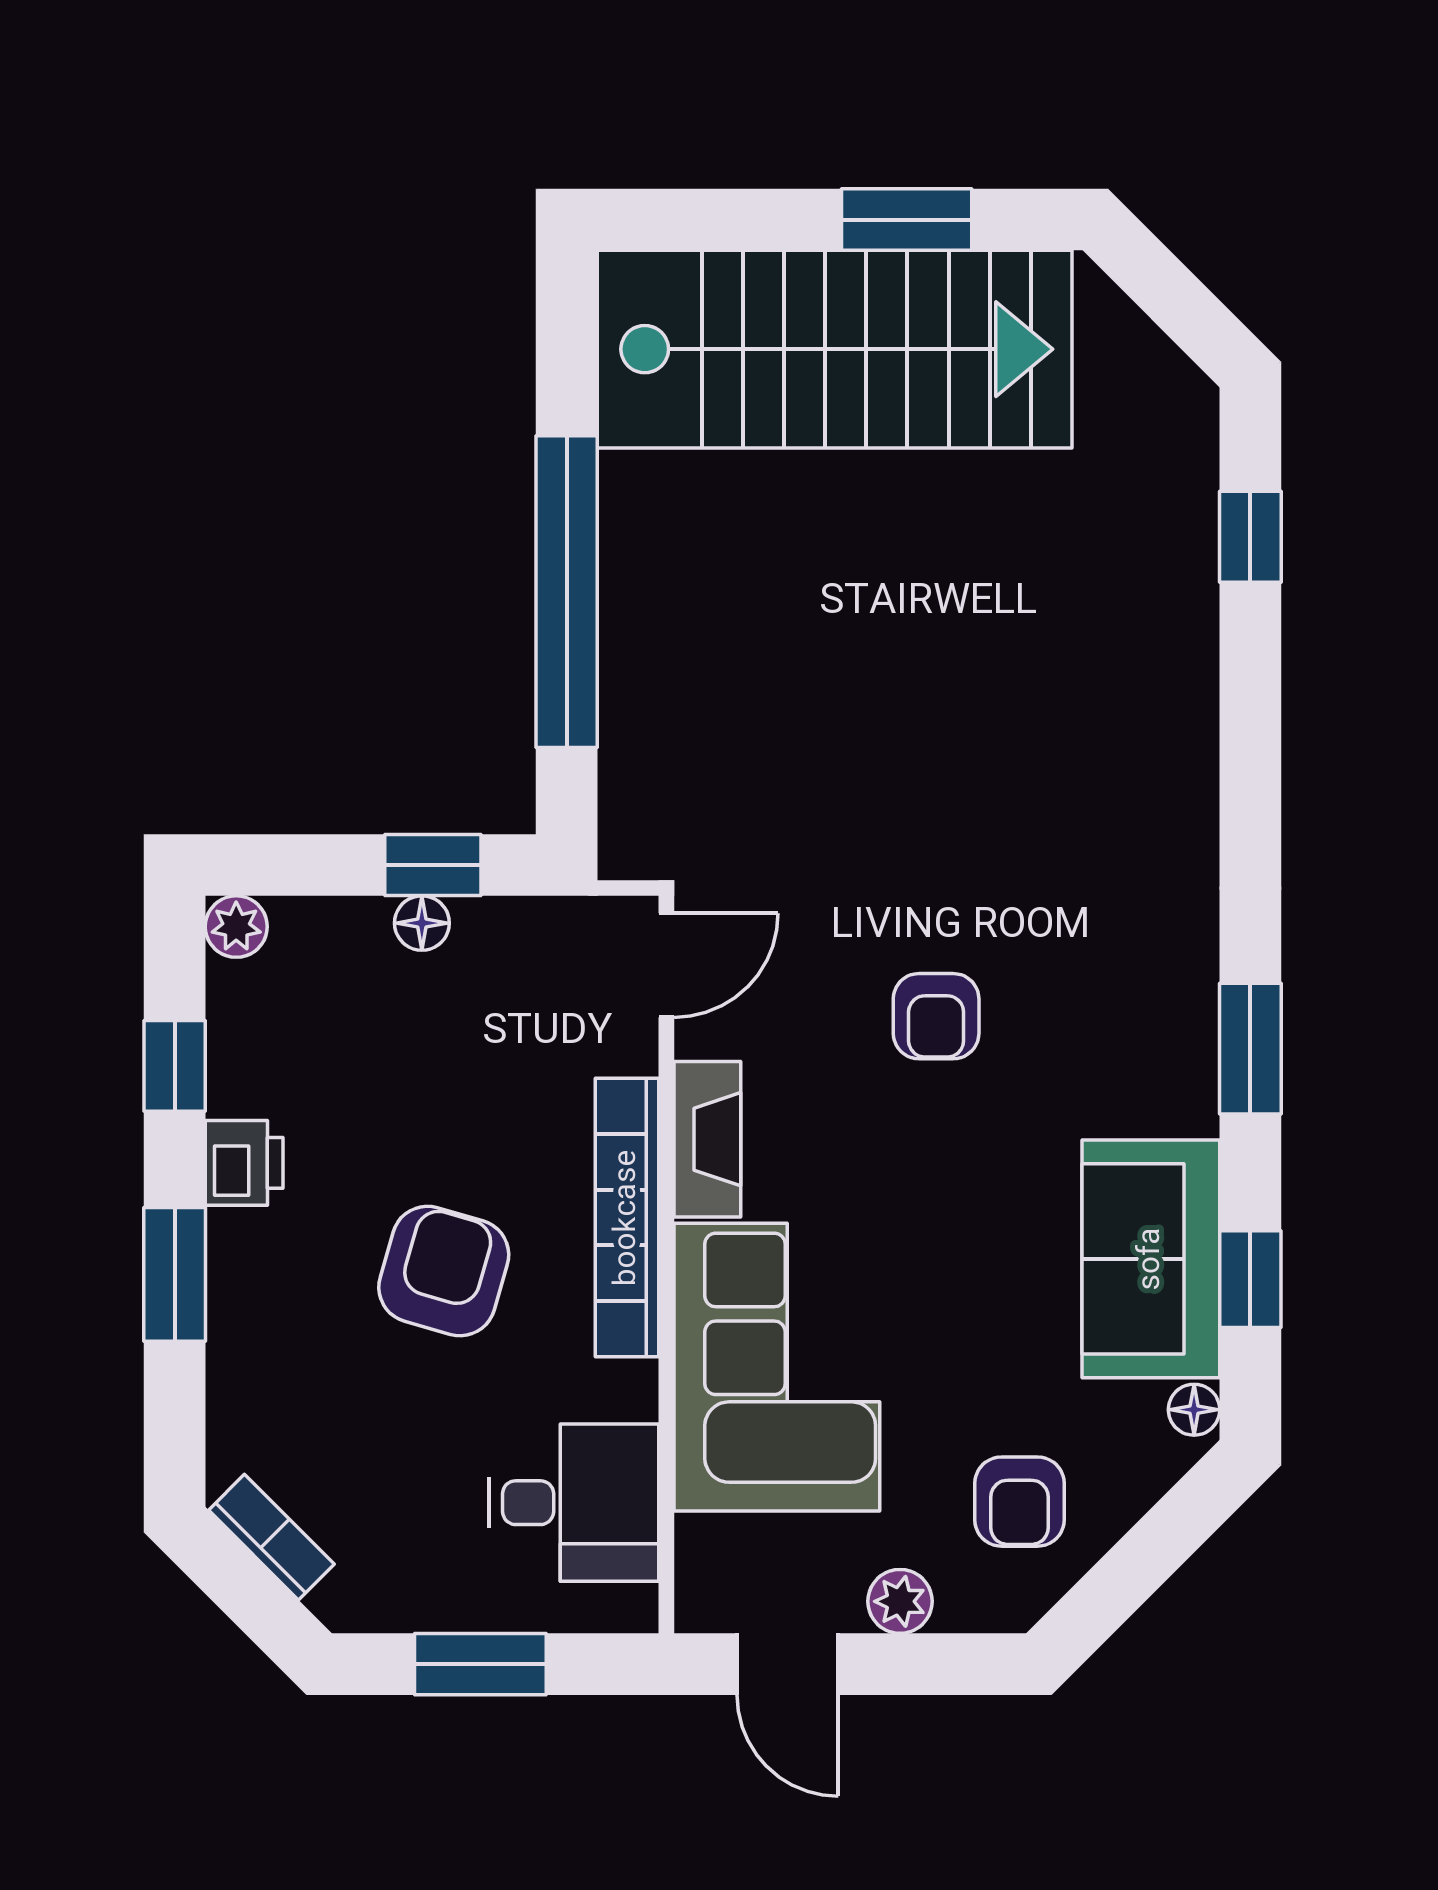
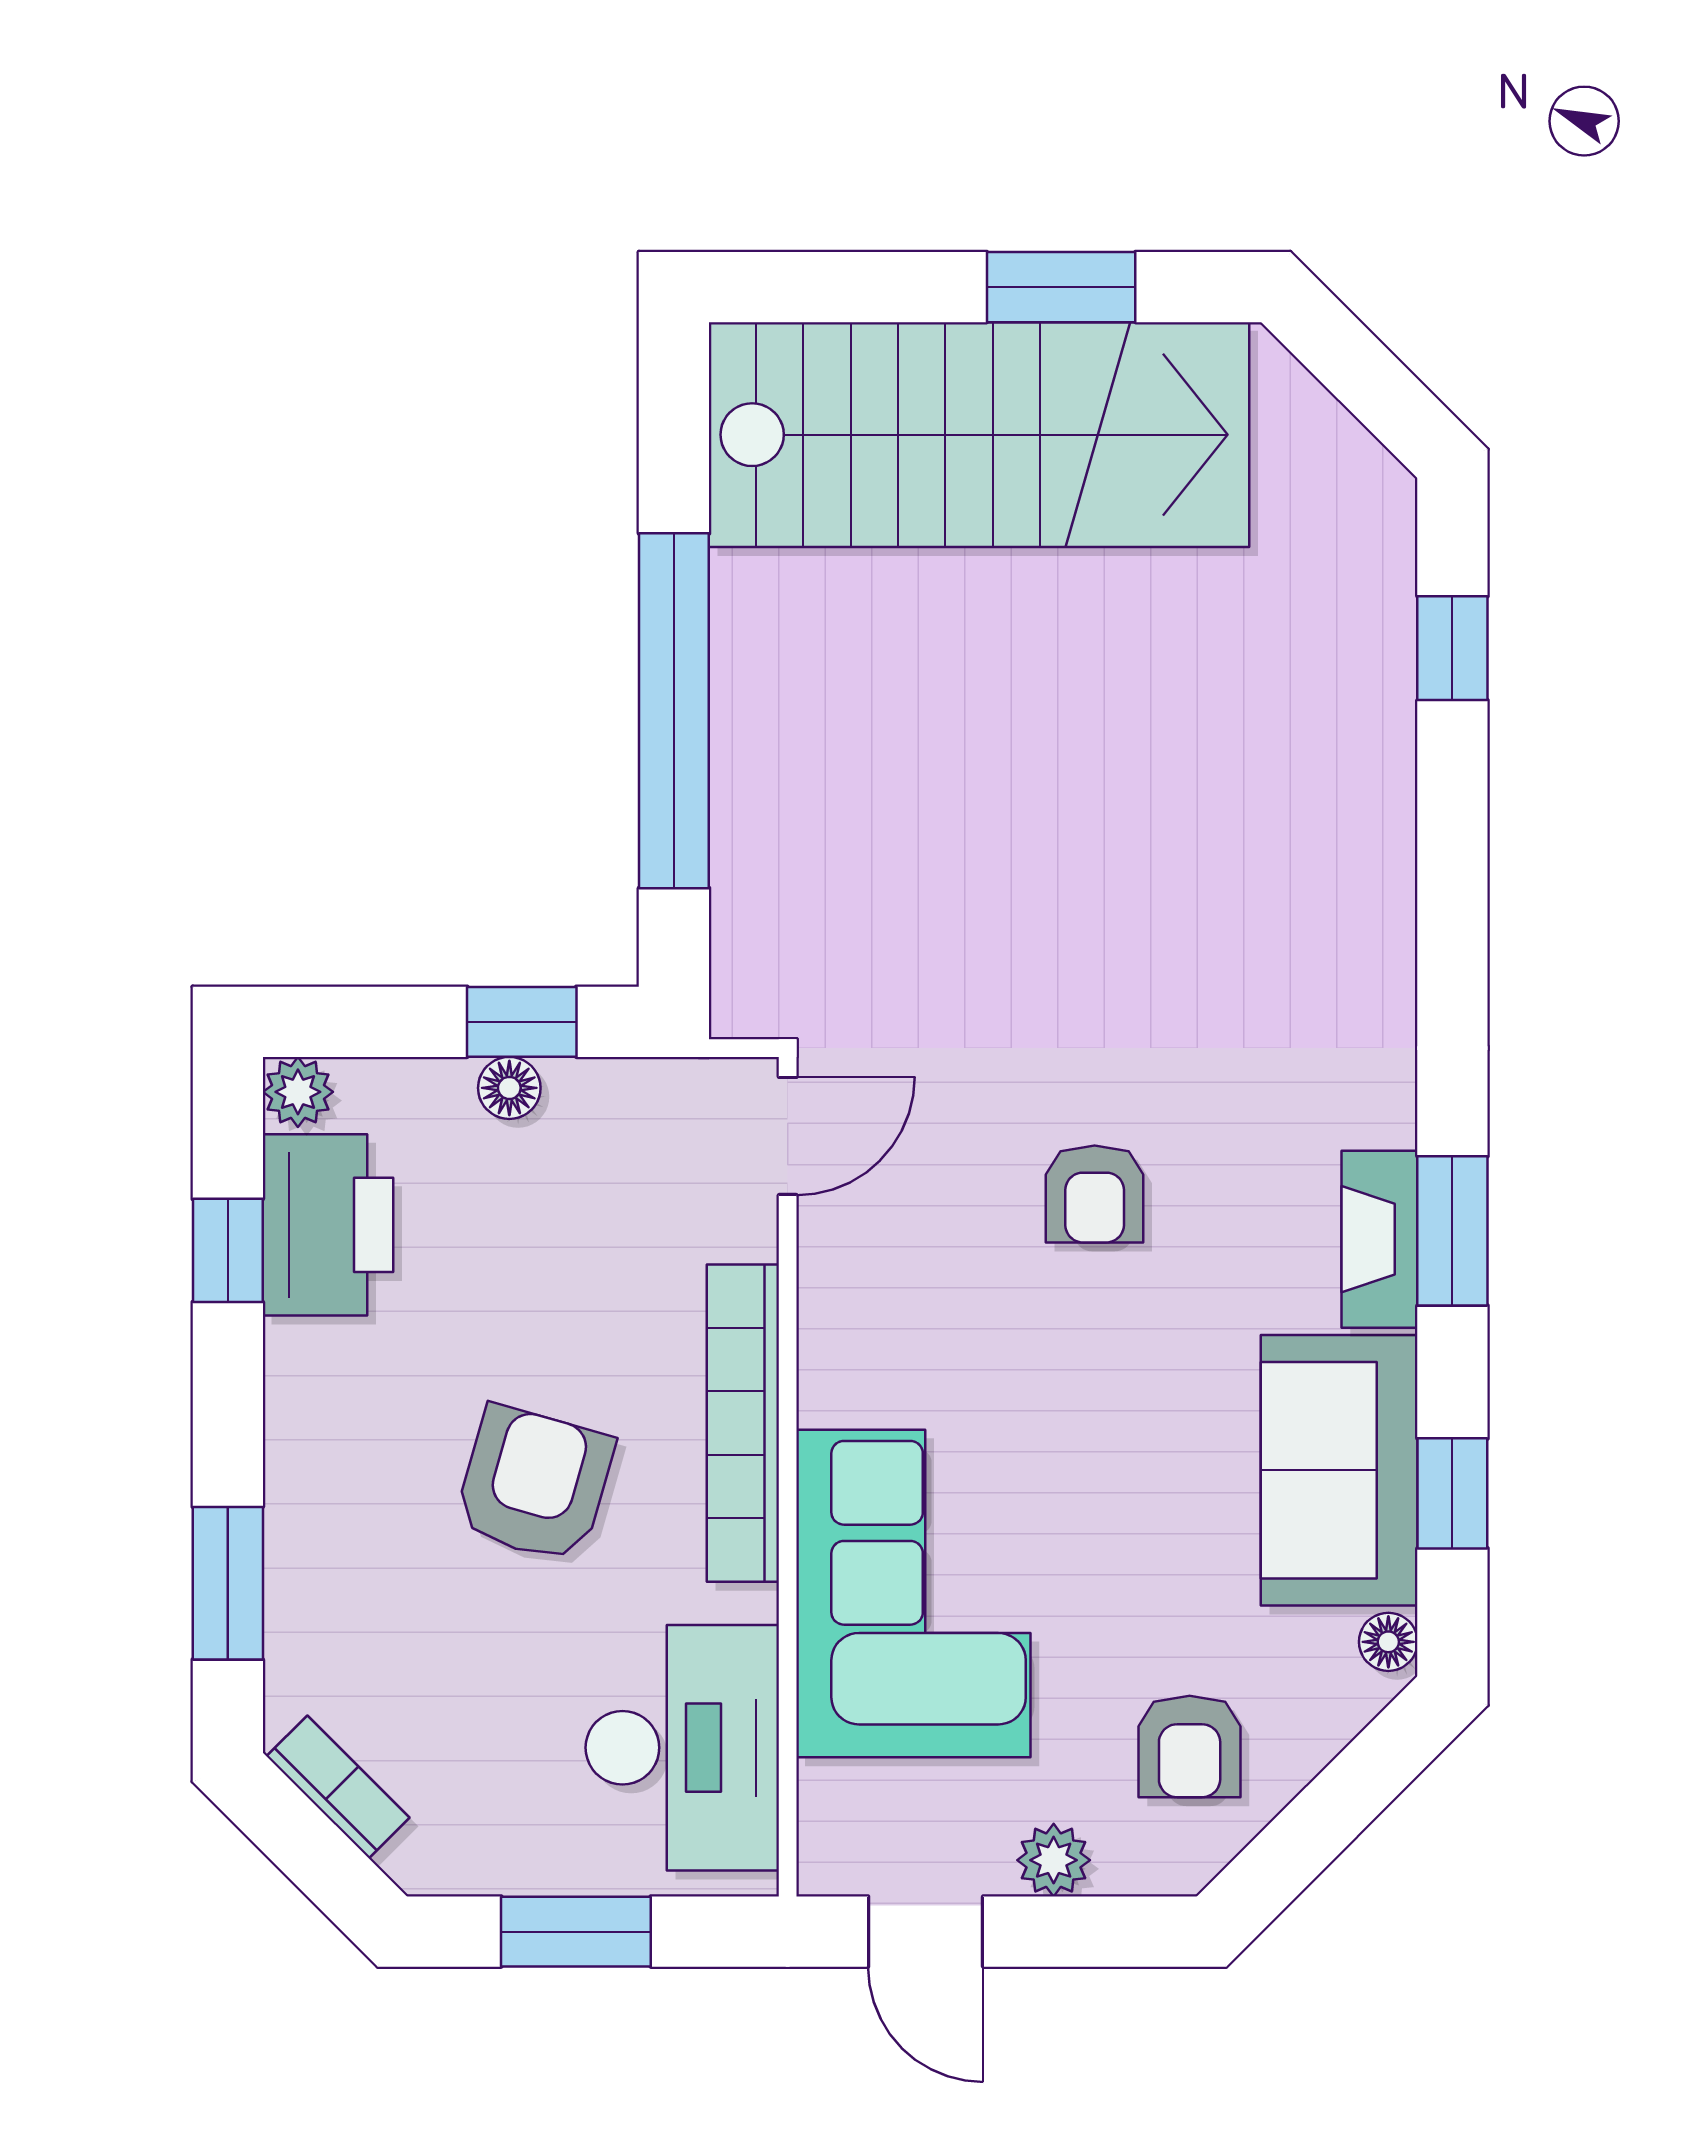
fireplace: (707, 1139) -> (1380, 1239), moved, turned 180
printer: (244, 1163) -> (328, 1225), moved, width x1.87, depth x1.48
window: (175, 1274) -> (228, 1583), moved
desk: (574, 1503) -> (682, 1748), width x1.37

